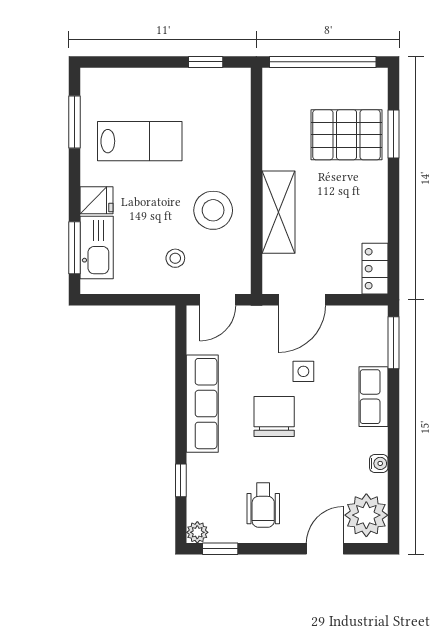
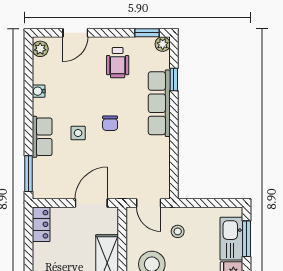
door: (218, 300) -> (149, 203), swing flipped
side table: (303, 371) -> (78, 133), moved
row of seats: (202, 404) -> (159, 103), moved
chair: (274, 416) -> (110, 123), width x0.54, depth x0.54
wheelchair: (263, 505) -> (118, 63), turned 180
plant: (366, 515) -> (40, 49), width x0.53, depth x0.53

